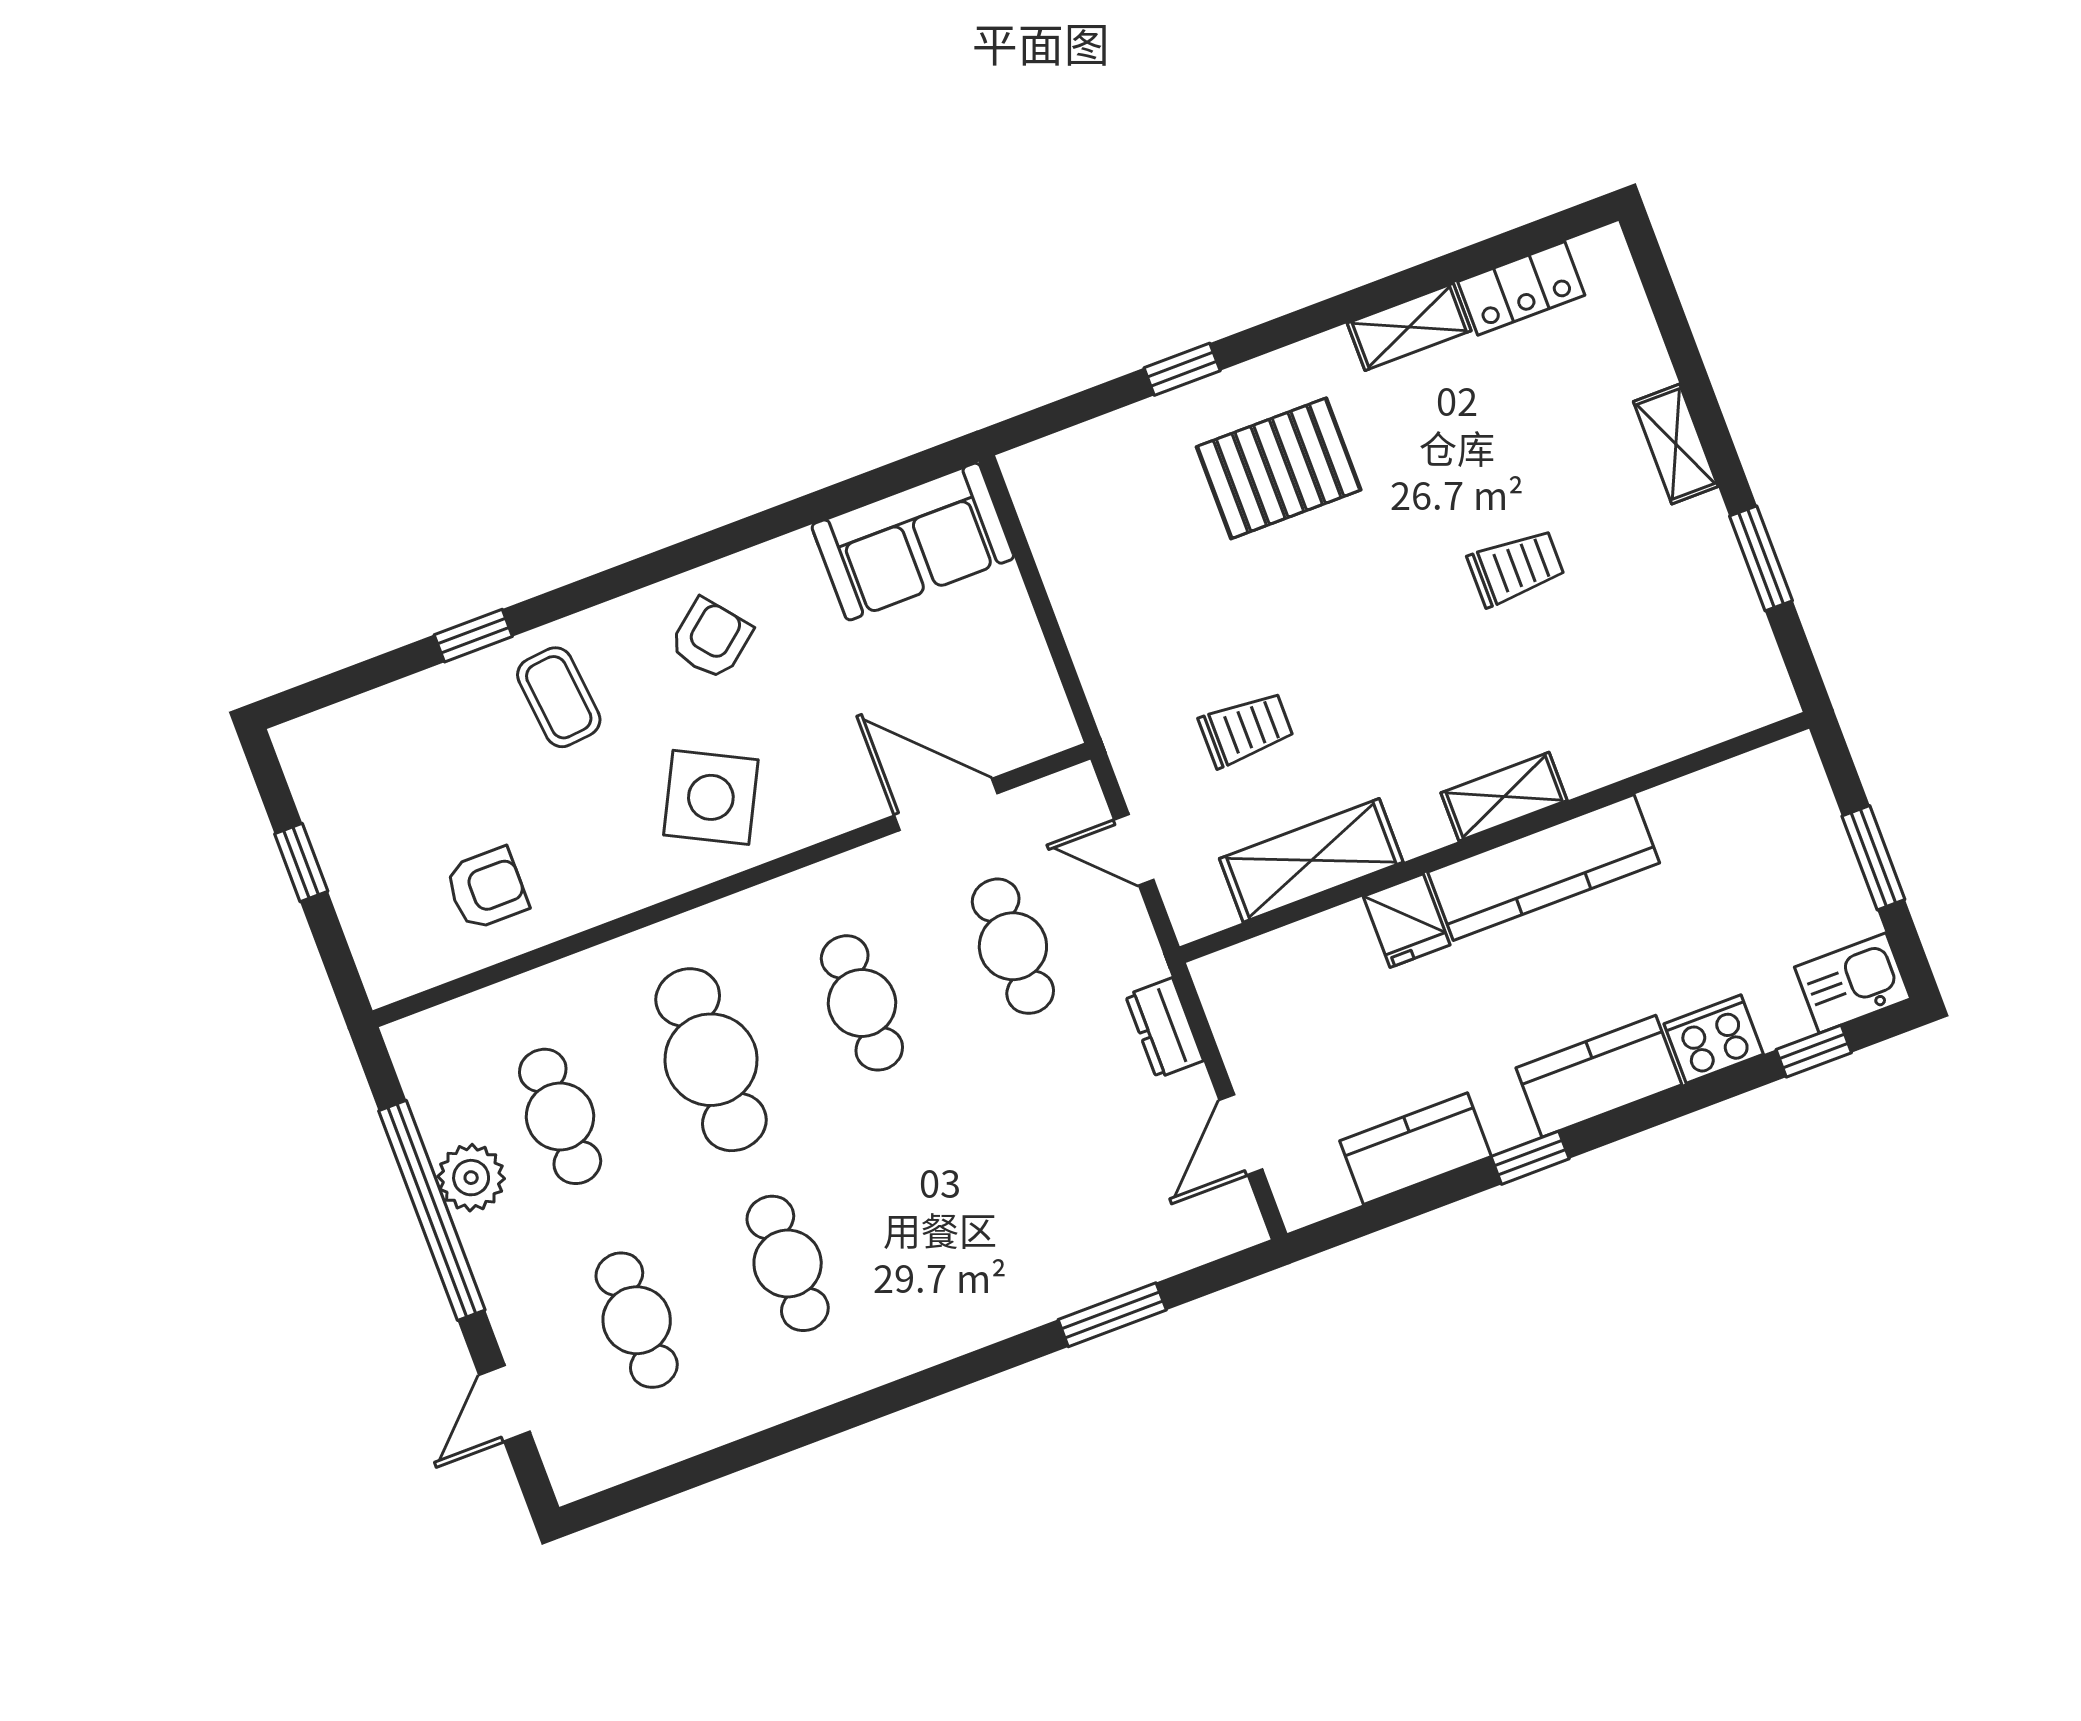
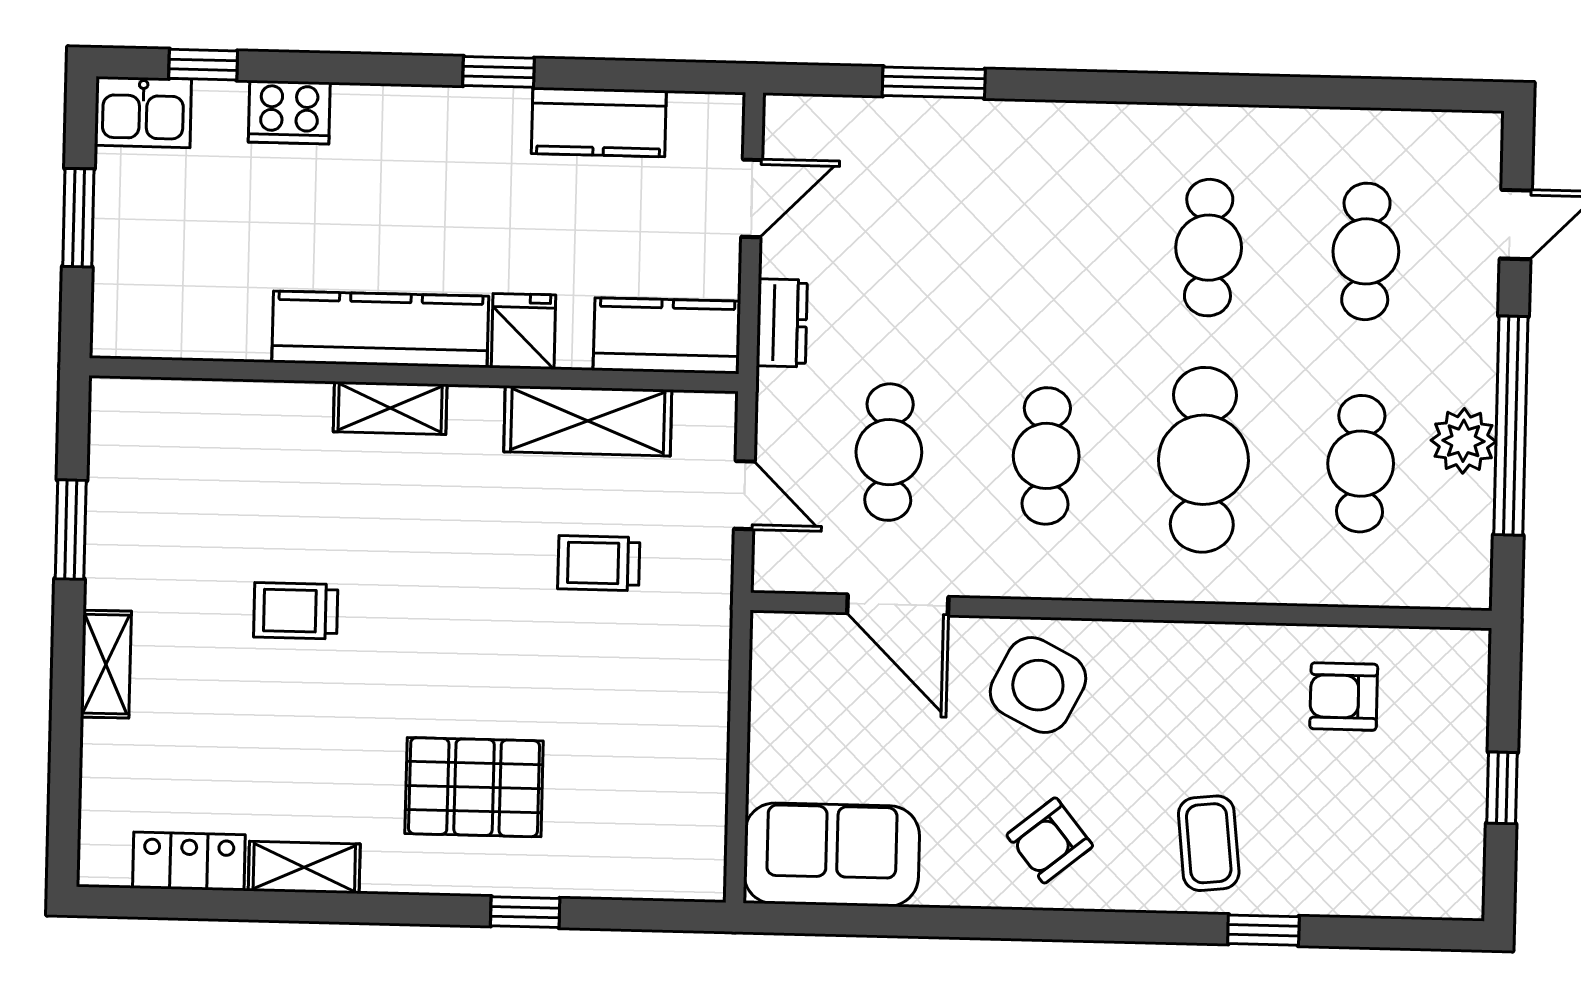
side table: (711, 797) -> (1038, 685), moved
kitchen counter: (1599, 1076) -> (667, 336), moved, turned 180

